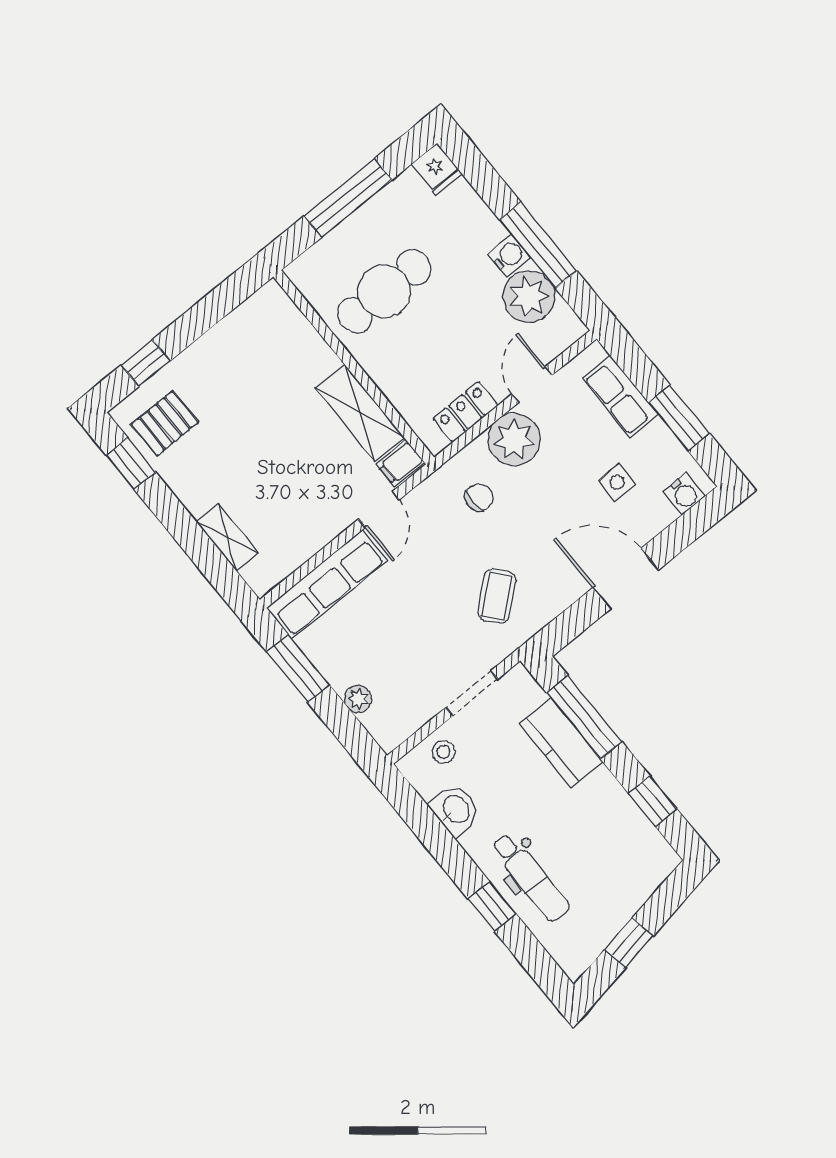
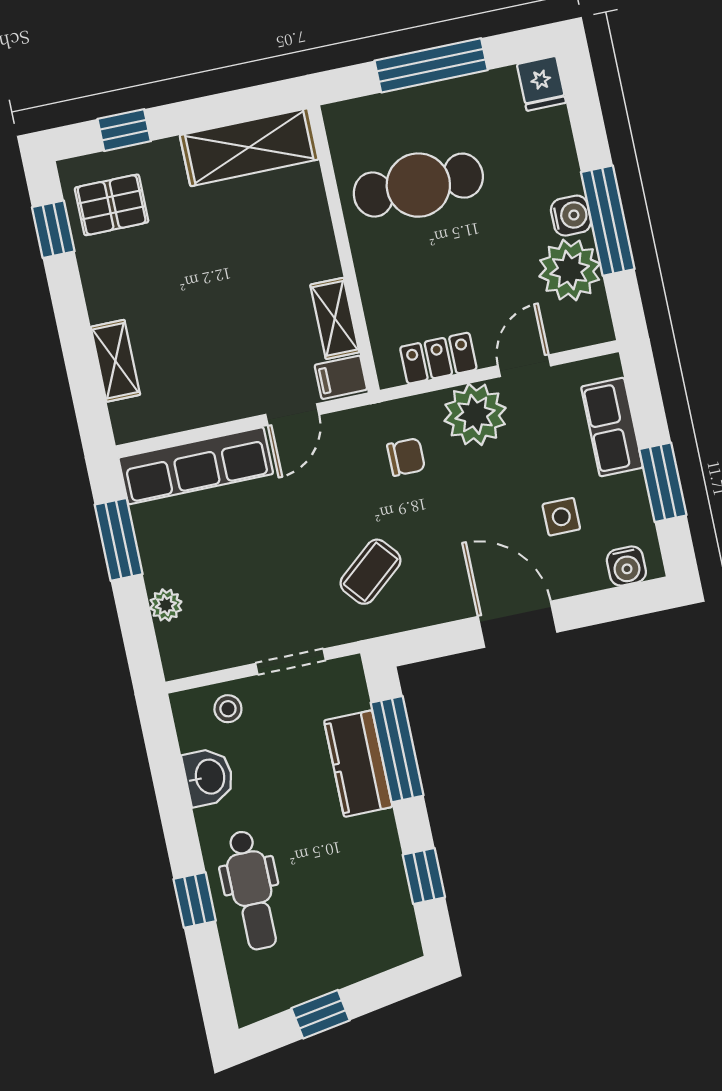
shelving: (245, 328) -> (249, 147), added
shelving: (360, 413) -> (335, 318), width x0.67, depth x0.75

